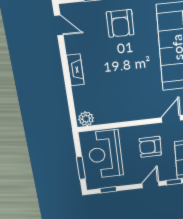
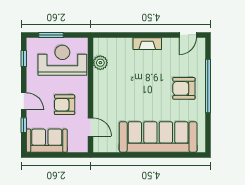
plant: (86, 119) -> (100, 63), moved
armchair: (150, 147) -> (65, 105), turned -90

